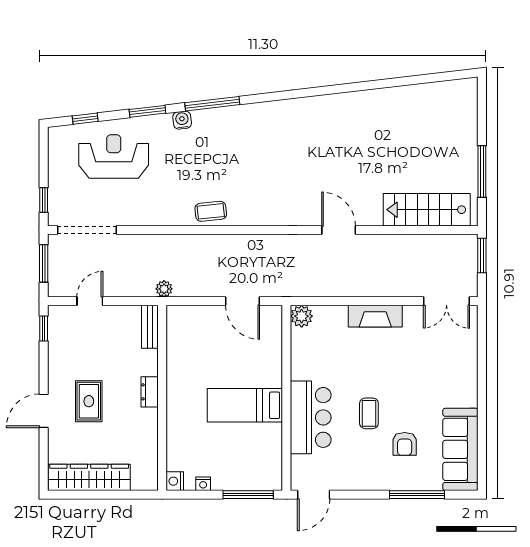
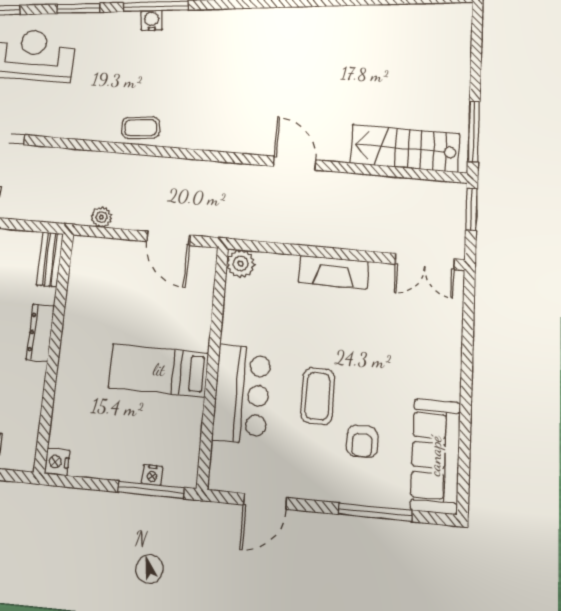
water cooler: (182, 120) -> (152, 20), moved
window: (482, 172) -> (474, 131), moved
plant: (164, 289) -> (101, 217), moved
dresser: (150, 392) -> (40, 333), width x1.44
coffee table: (369, 413) -> (318, 396), width x1.36, depth x1.30
nightstand: (203, 484) -> (152, 475), moved
door: (314, 495) -> (265, 501), moved

